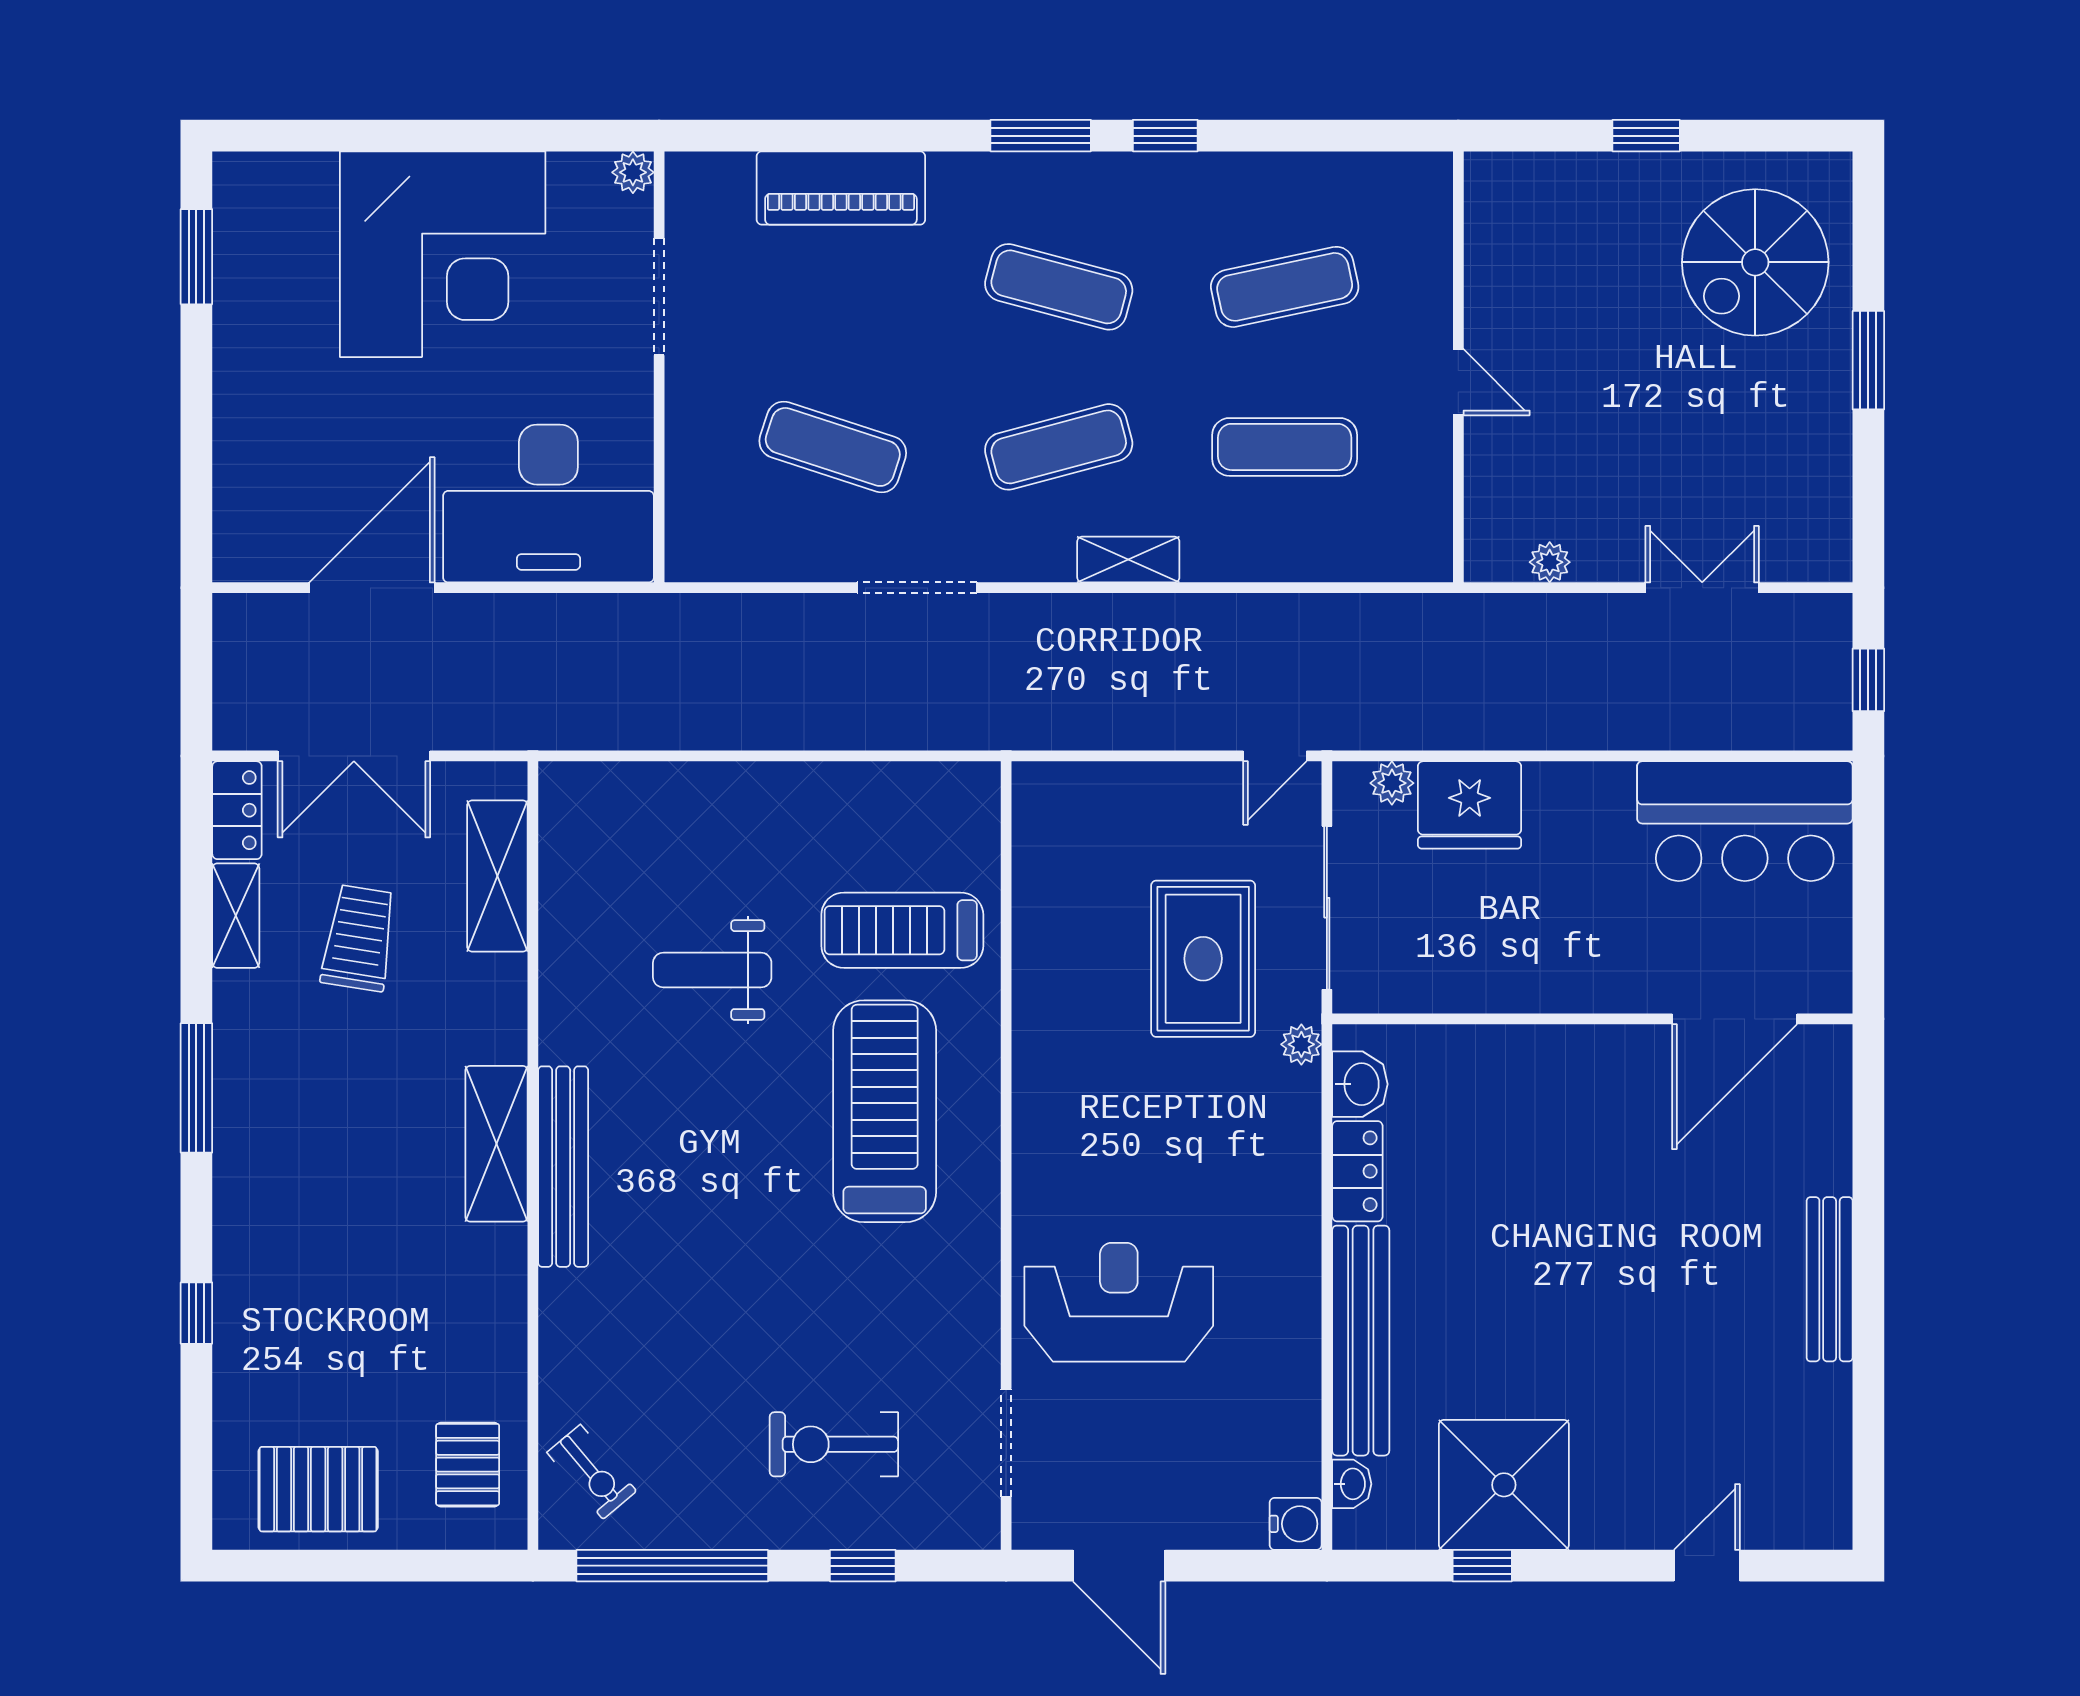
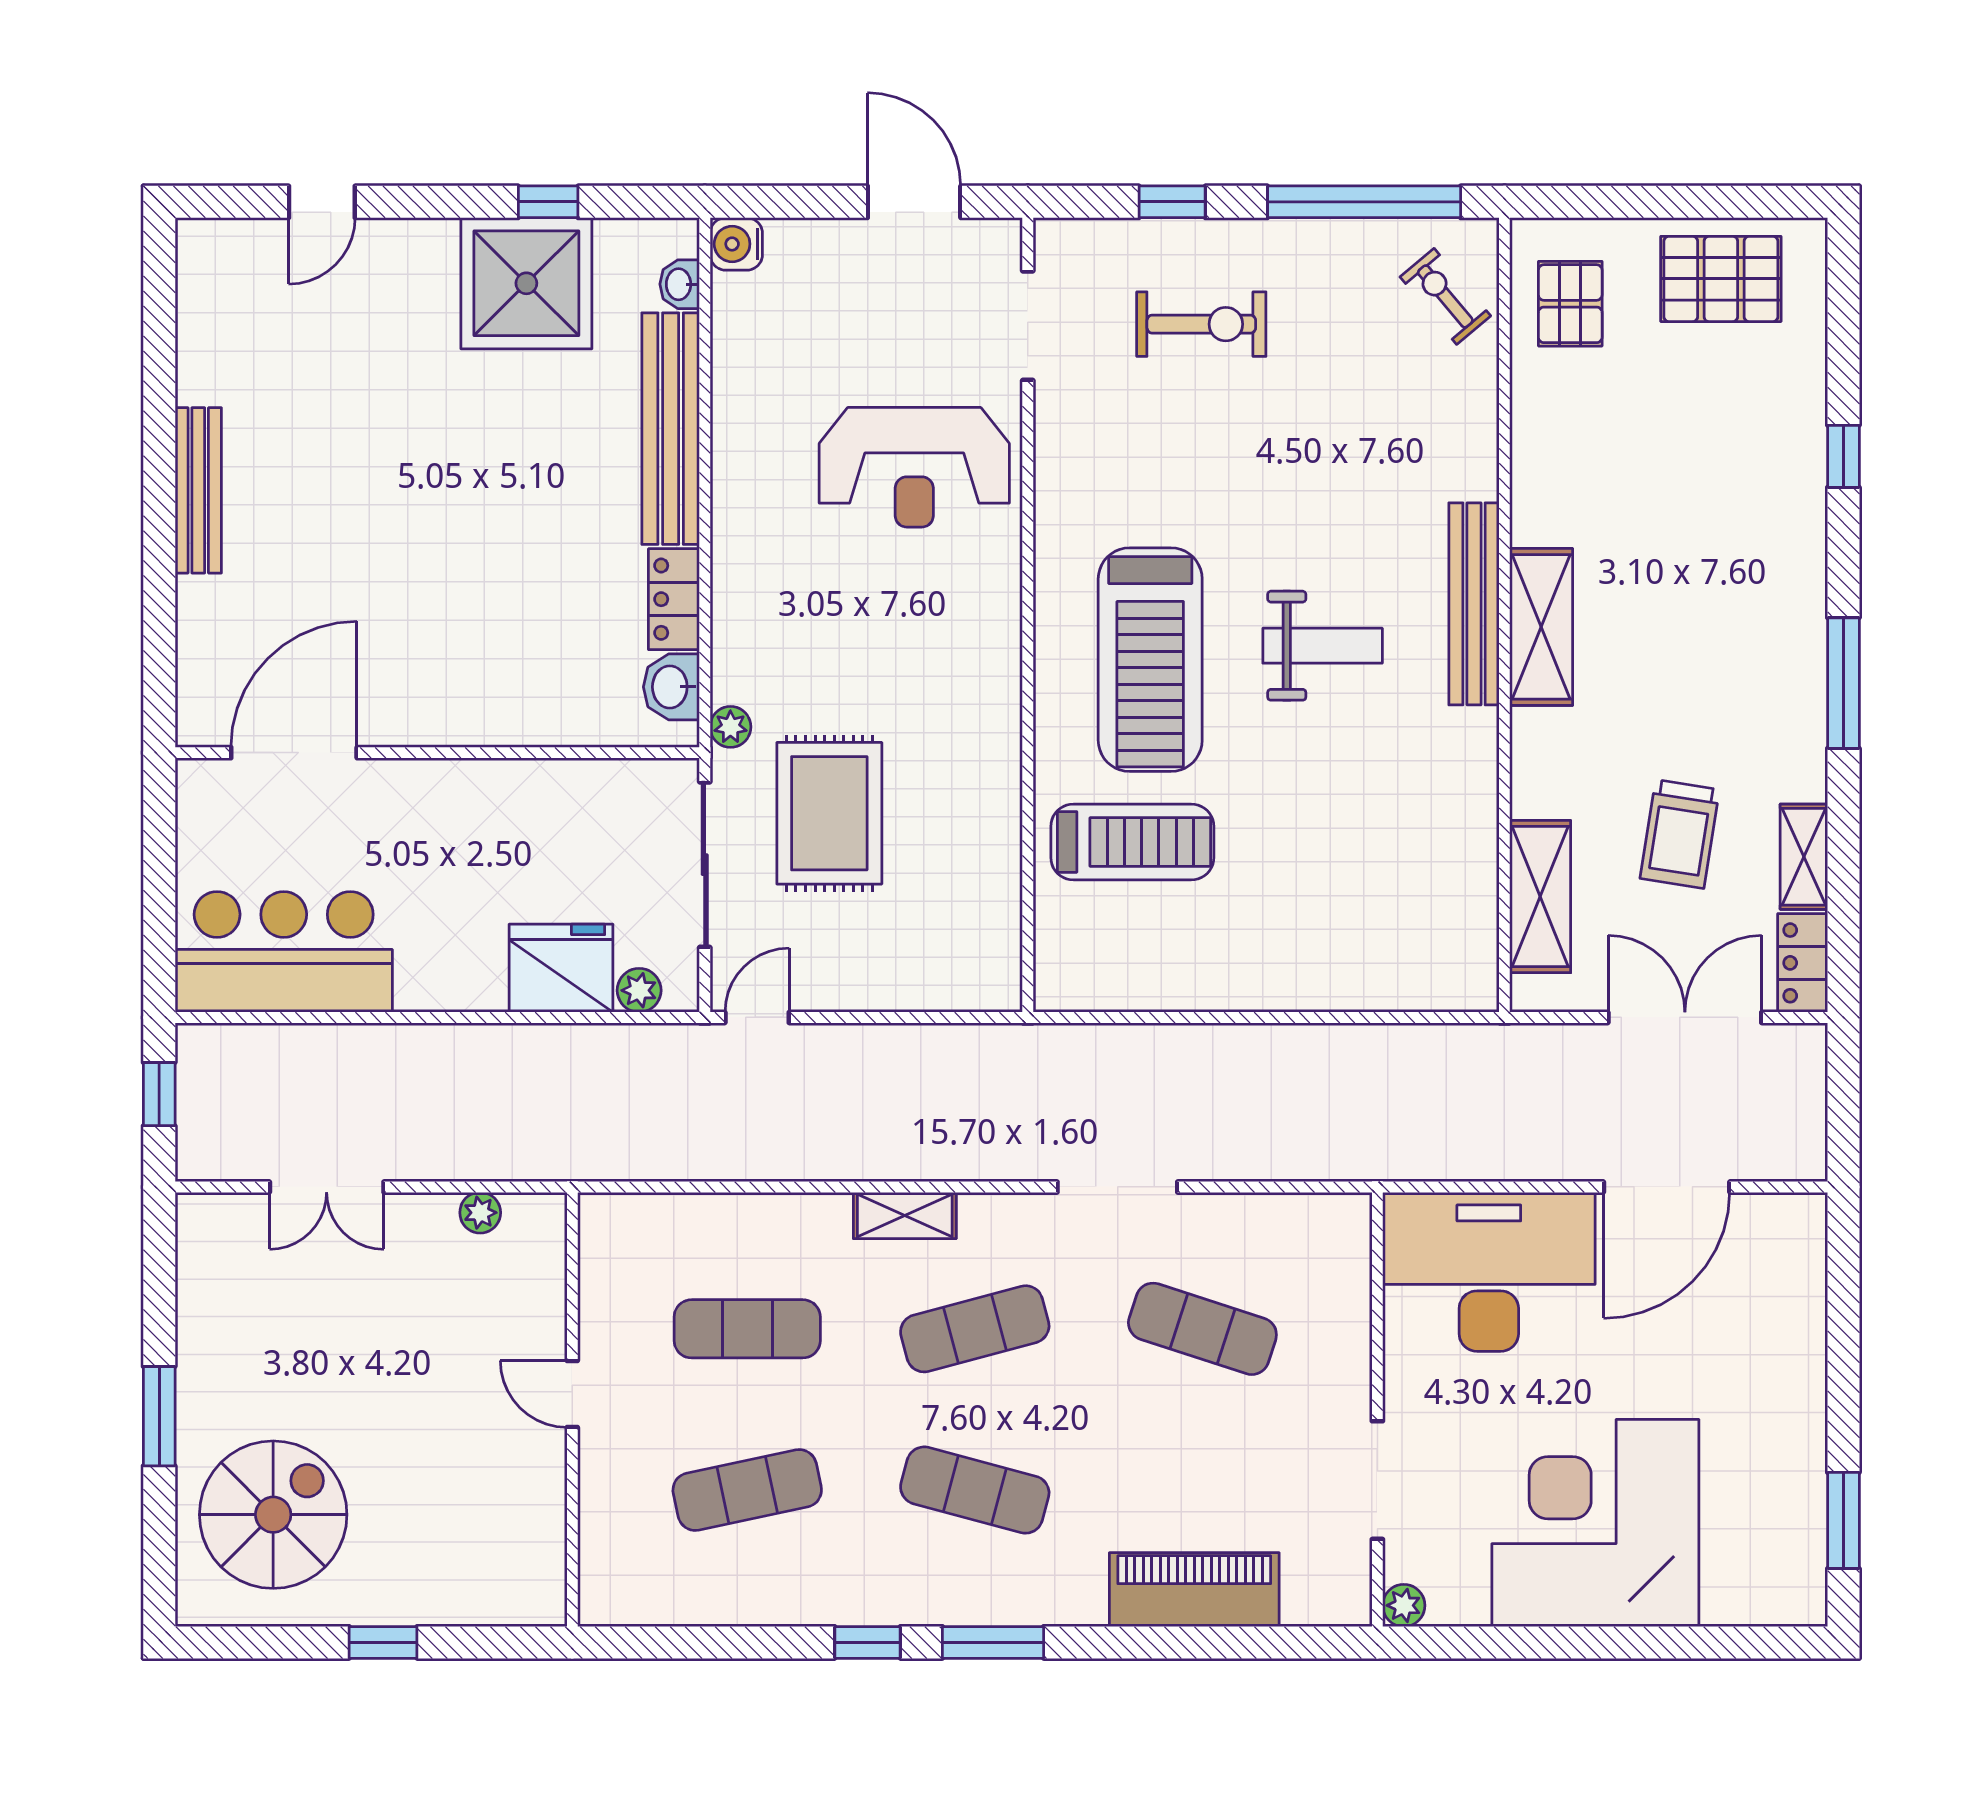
weight bench: (712, 970) -> (1323, 646), moved

